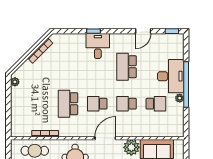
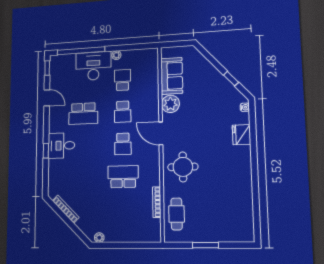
window: (186, 84) -> (81, 51), moved
school desk: (68, 104) -> (123, 177), turned 180

